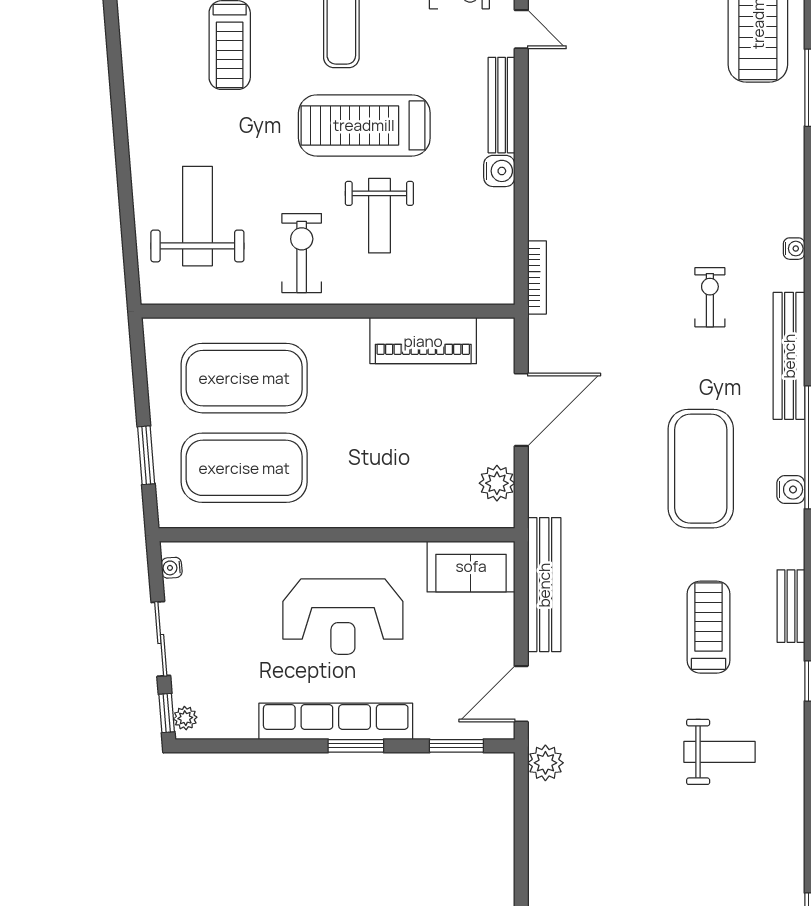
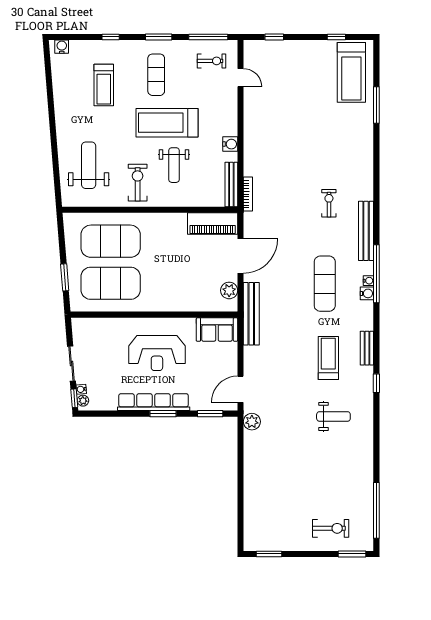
bench: (502, 105) -> (231, 184), moved
water cooler: (794, 249) -> (368, 281), moved
piano: (423, 341) -> (213, 224), moved
exercise mat: (701, 469) -> (325, 284), width x0.68
water cooler: (172, 568) -> (81, 389), moved
bench: (544, 585) -> (251, 314), moved

